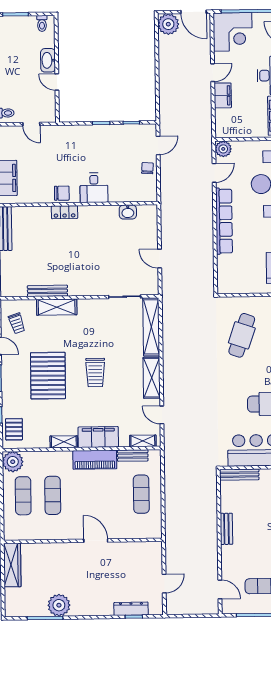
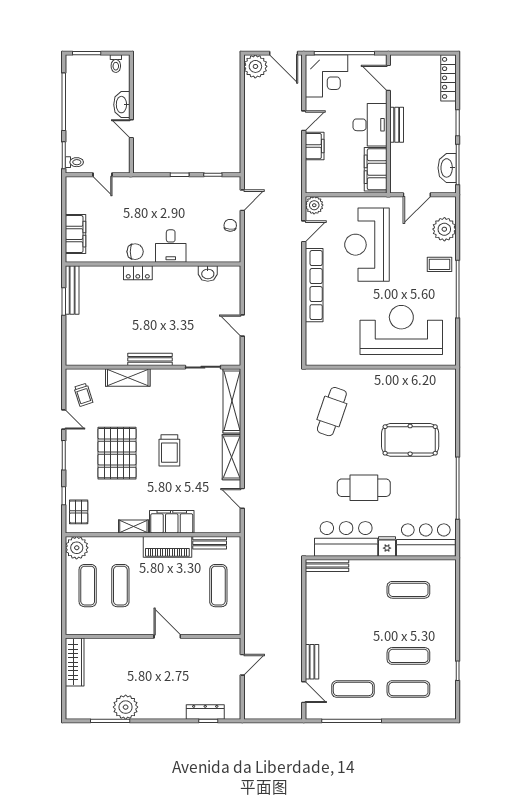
bench: (47, 291) -> (150, 359), moved
shelving: (143, 441) -> (221, 527), removed
bench: (226, 529) -> (312, 662), moved
door: (164, 584) -> (242, 665), moved

